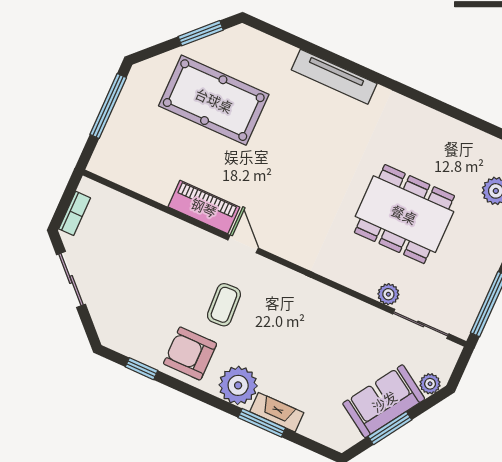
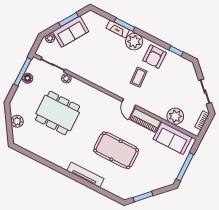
pool table: (214, 100) -> (116, 150), moved
sofa: (140, 170) -> (172, 138), added
plant: (136, 220) -> (175, 116), added
floor lamp: (477, 290) -> (28, 78), added
armchair: (190, 353) -> (154, 57), turned 90

